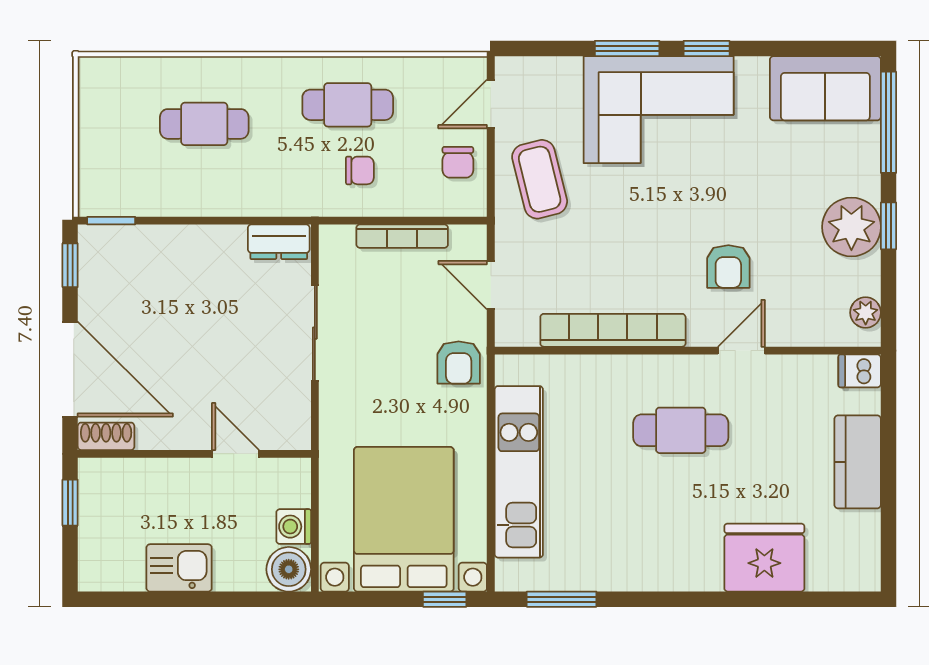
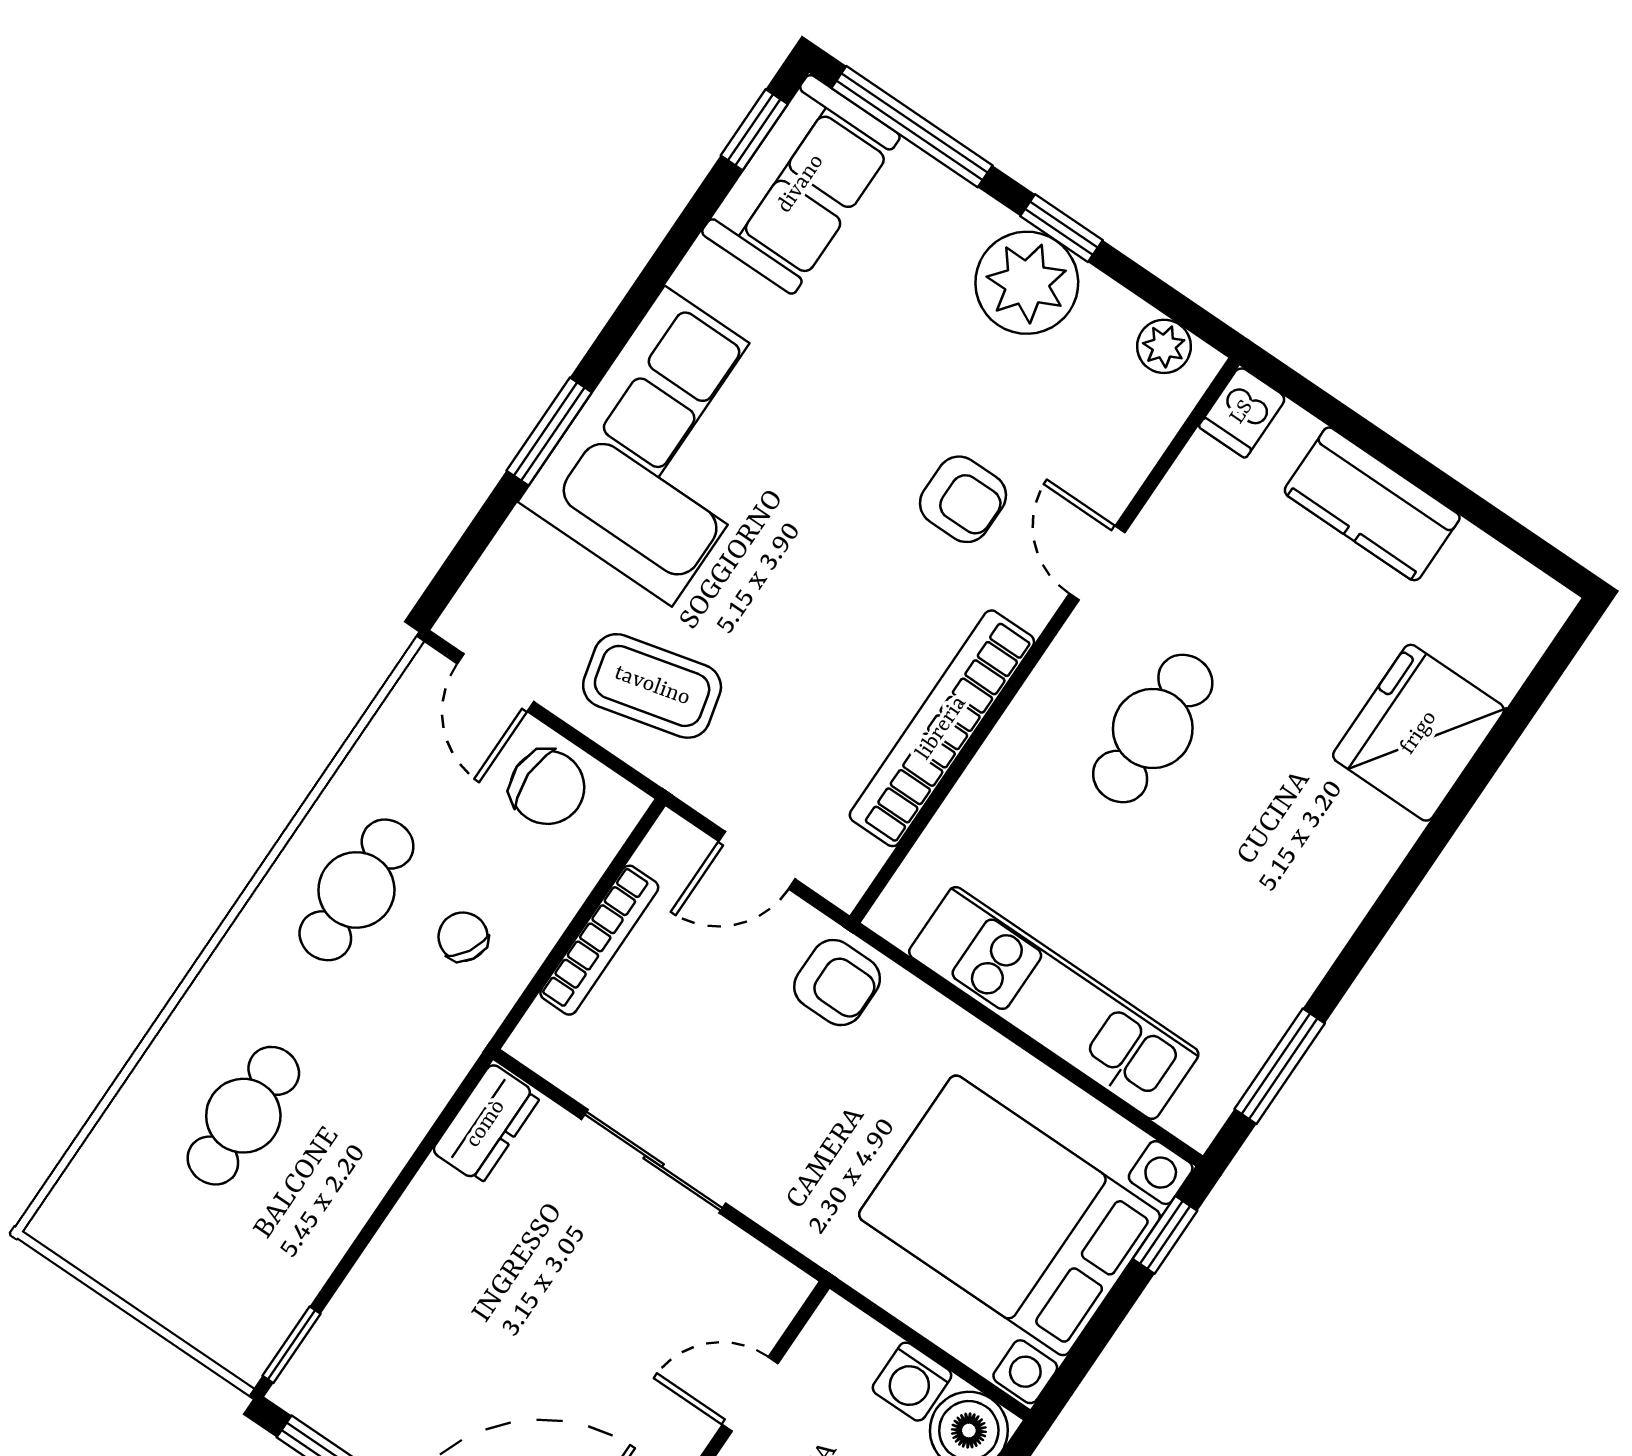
window: (707, 48) -> (754, 130), moved
chair: (458, 162) -> (547, 787), width x1.37, depth x1.37
chair: (360, 170) -> (463, 937), turned -60

